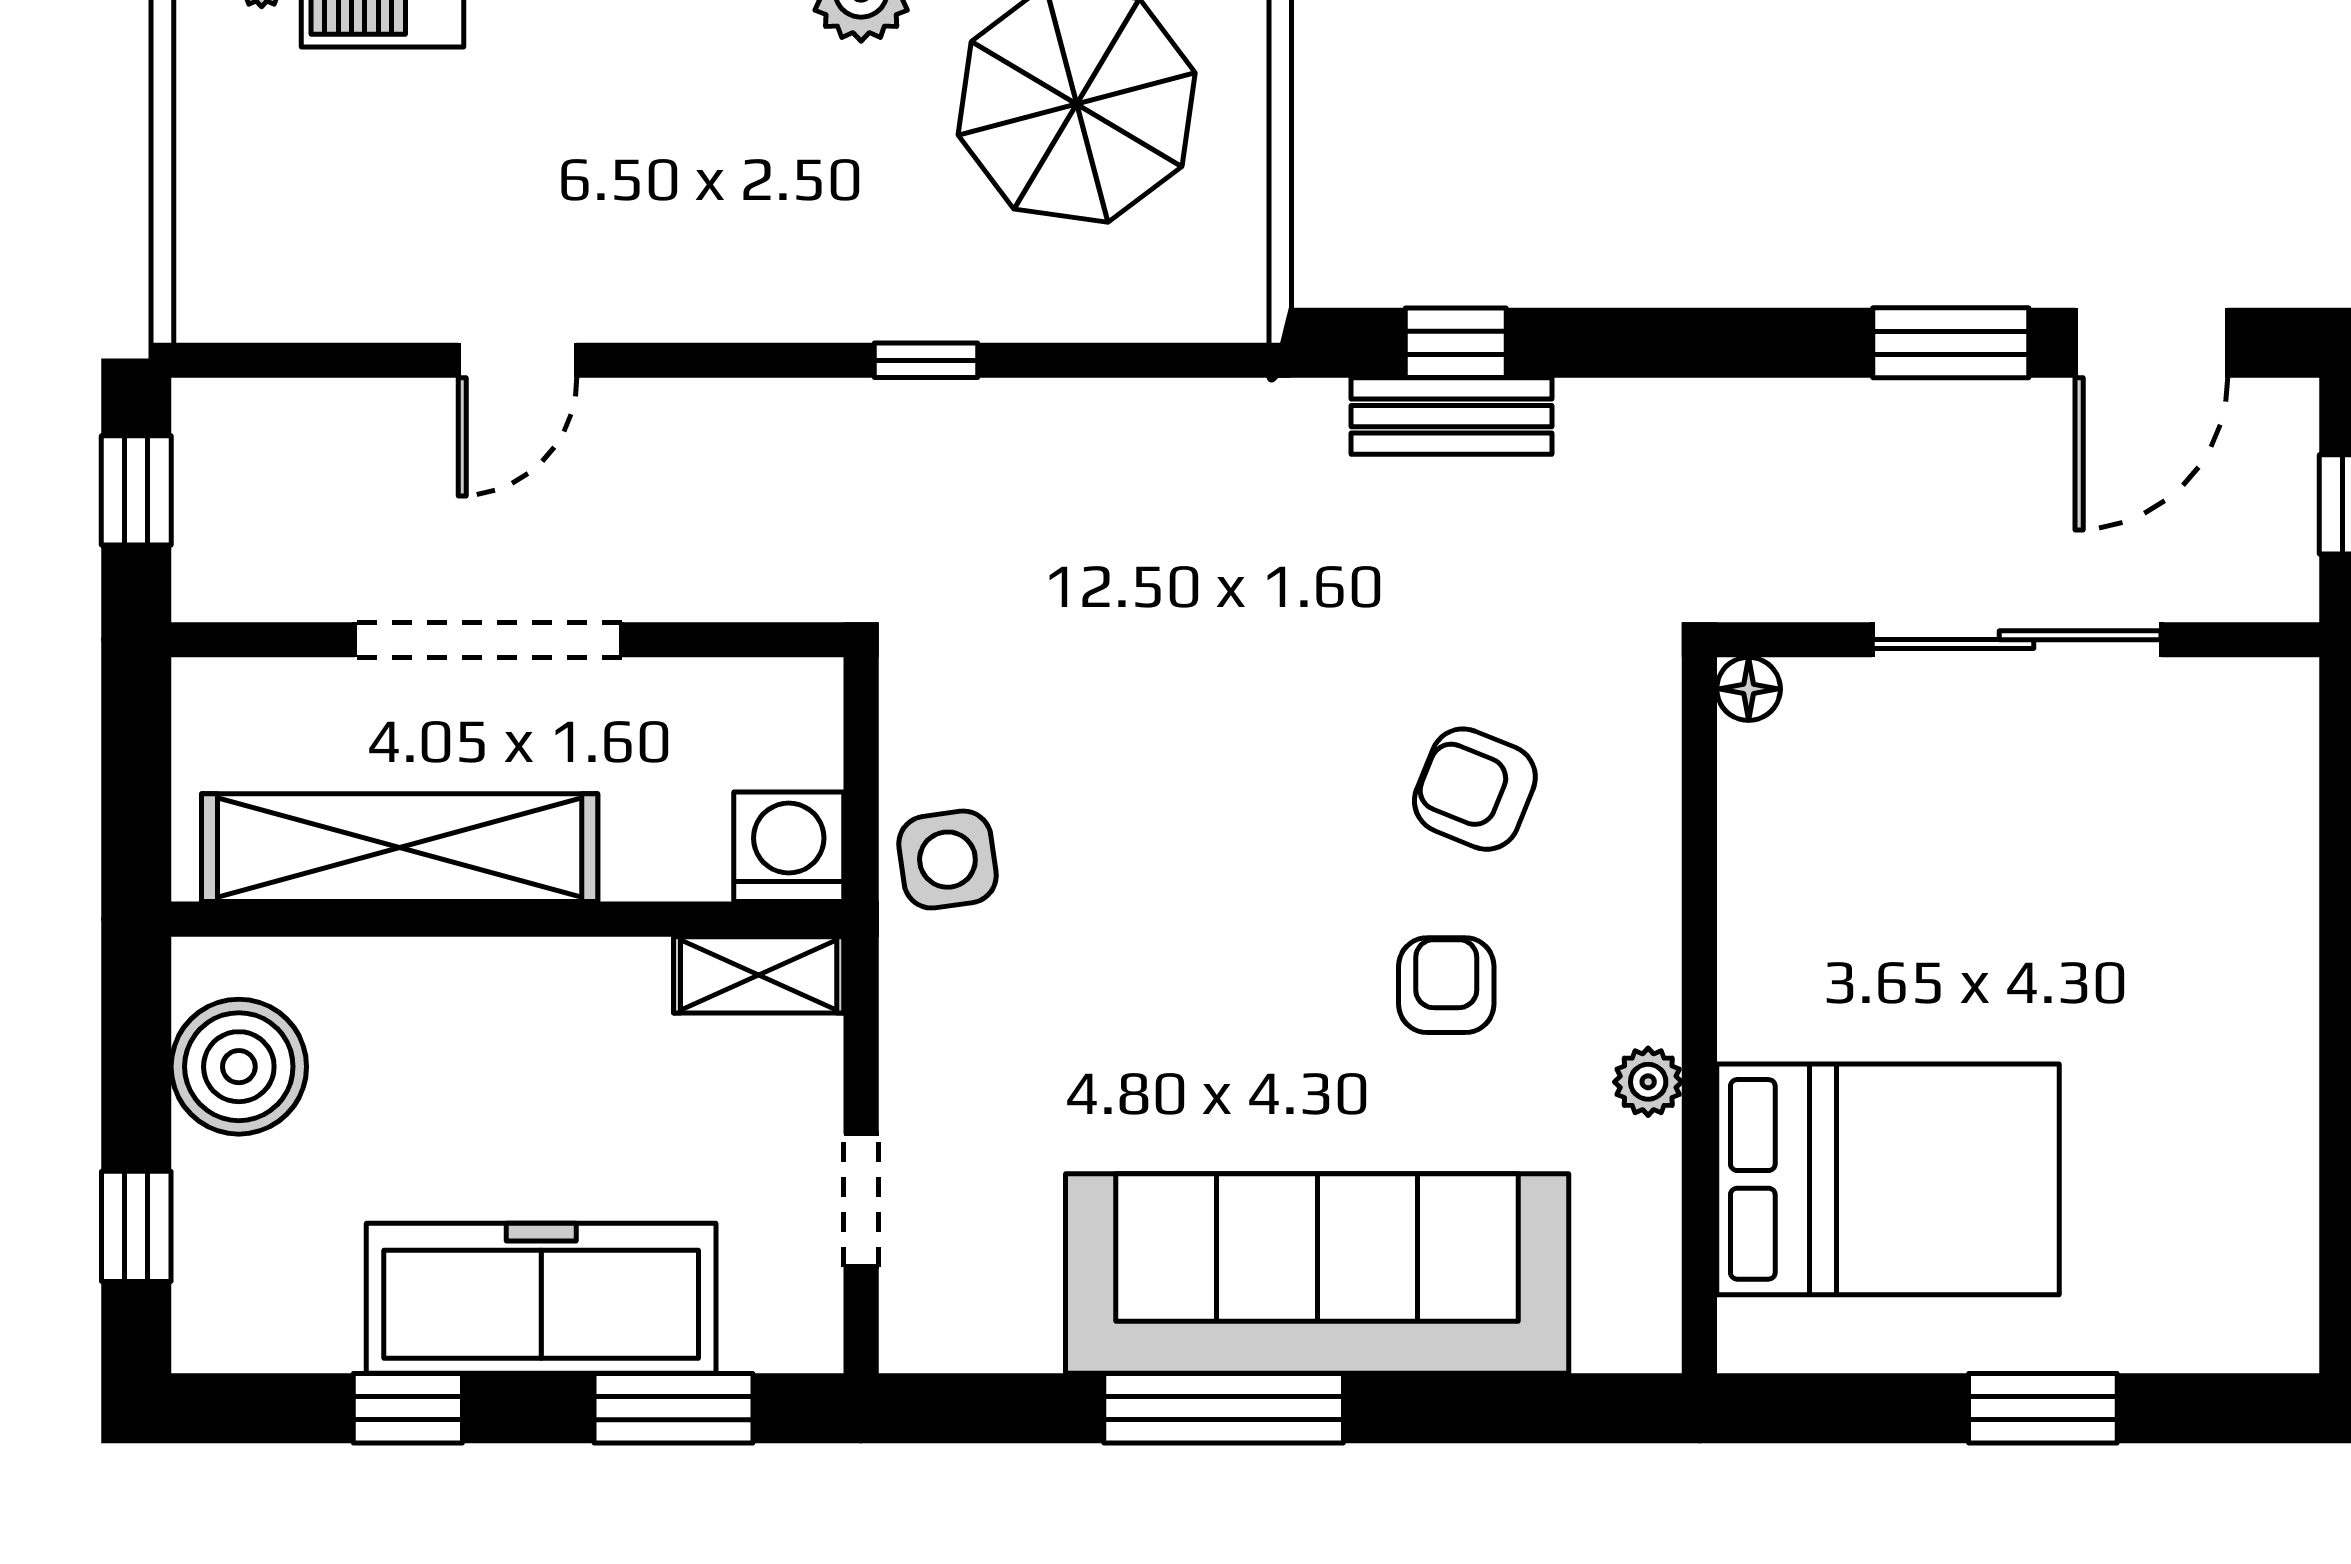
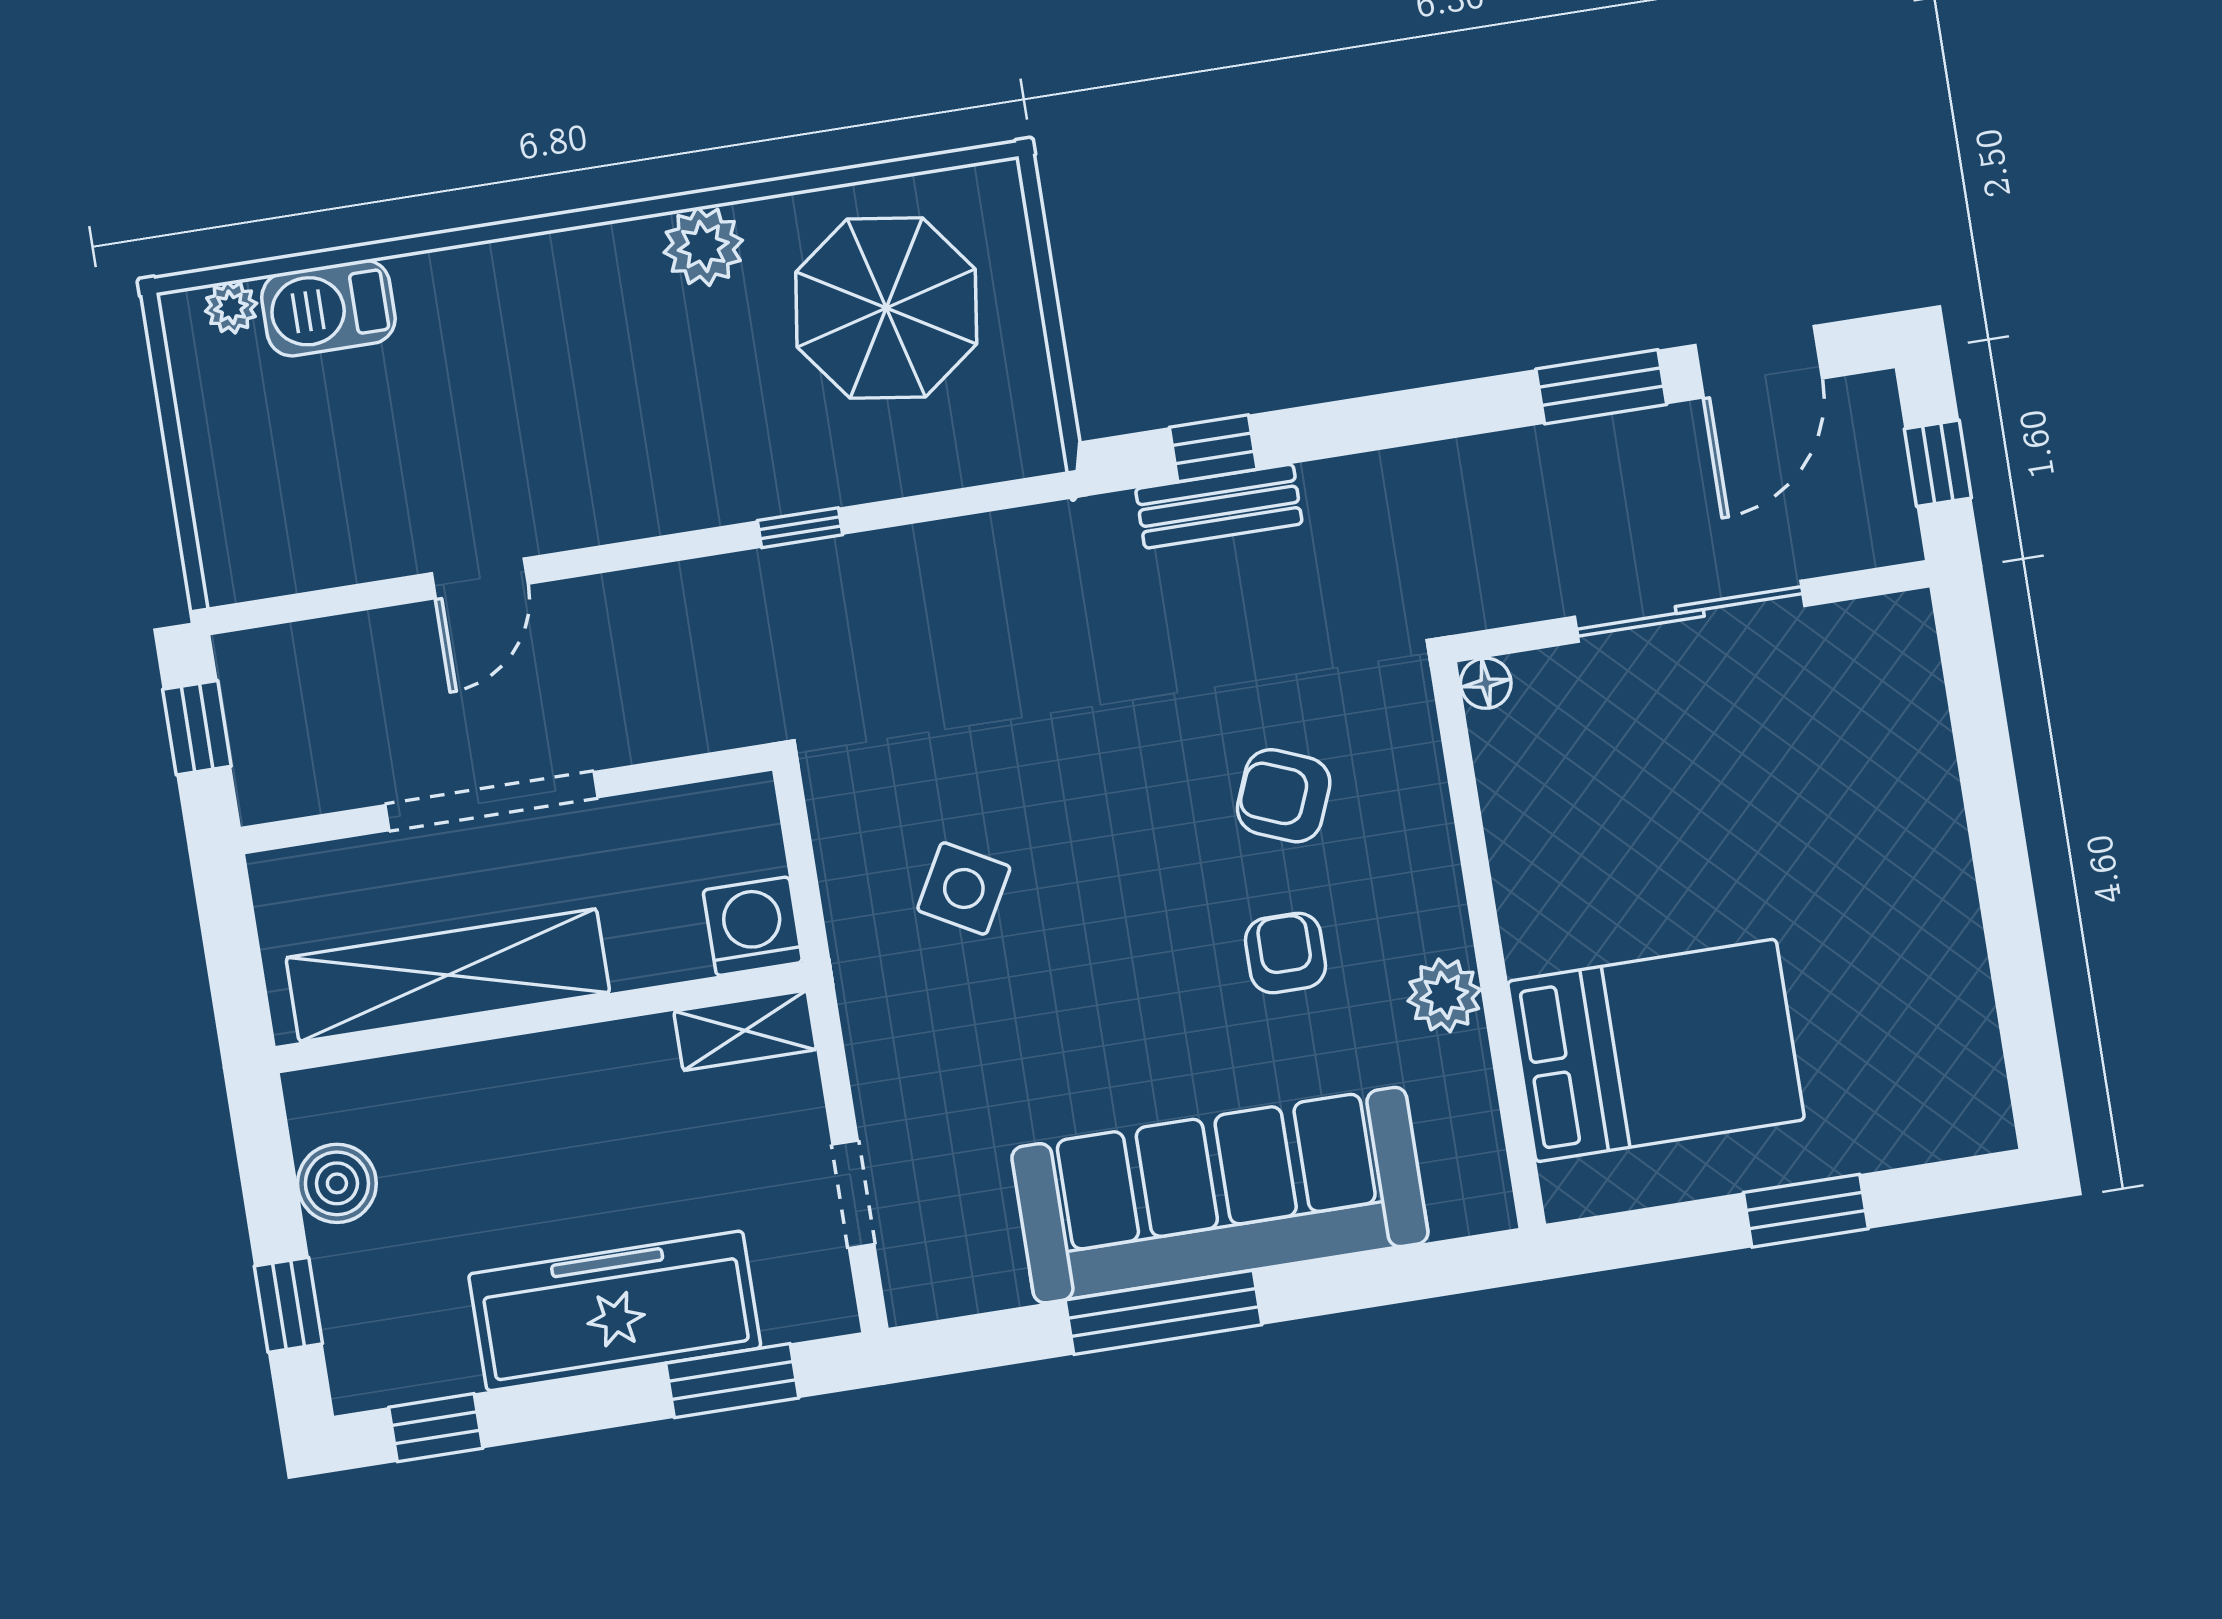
side table: (947, 860) -> (964, 888), moved, turned 37
boiler: (239, 1067) -> (337, 1183), width x0.73, depth x0.73
plant: (1648, 1082) -> (1444, 995), width x1.38, depth x1.38
window: (408, 1408) -> (436, 1428), moved

